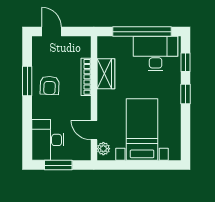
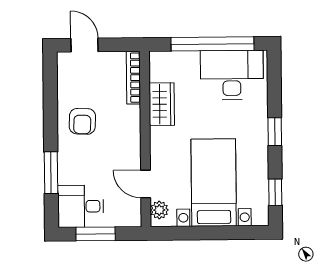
window: (186, 62) -> (275, 192), moved
bookcase: (86, 77) -> (133, 78), moved
window: (27, 81) -> (51, 173), moved
desk: (48, 140) -> (81, 206), width x0.73

